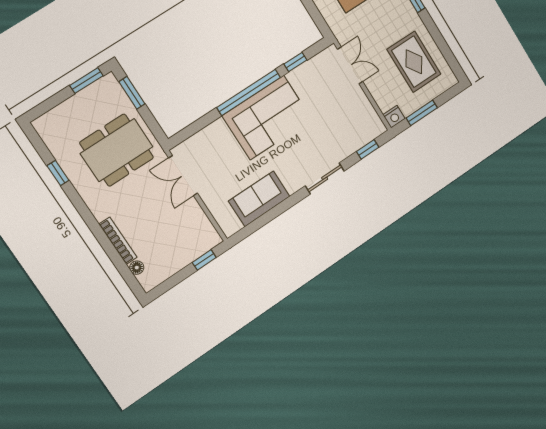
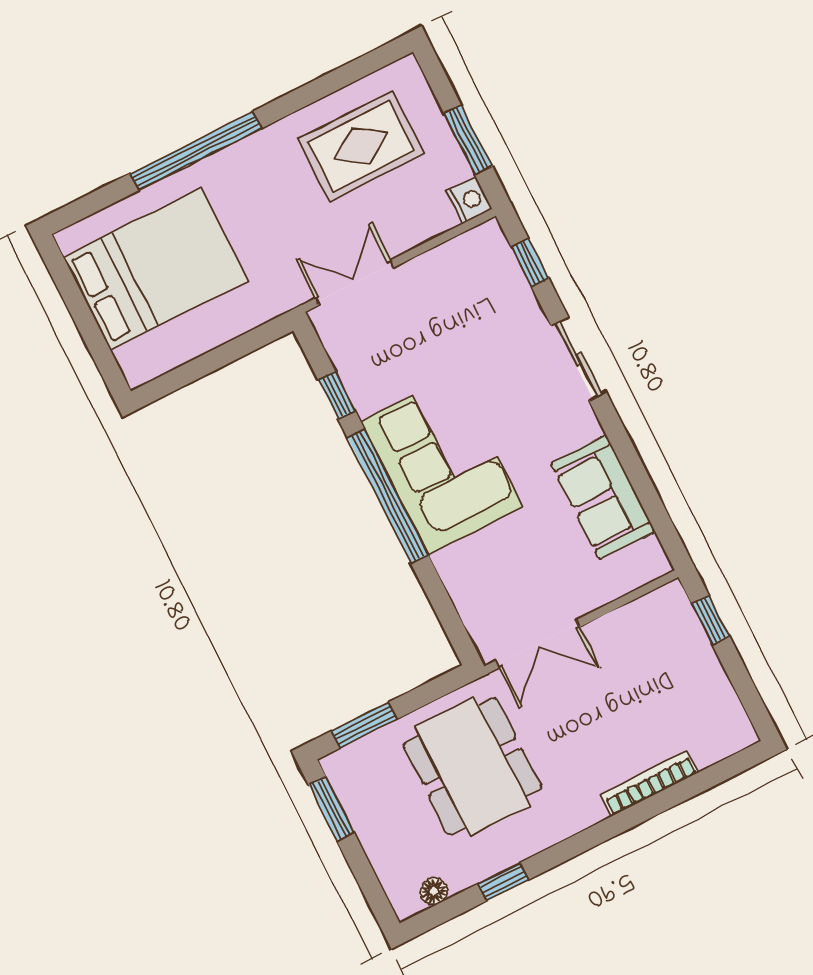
floor lamp: (137, 268) -> (434, 891), moved

